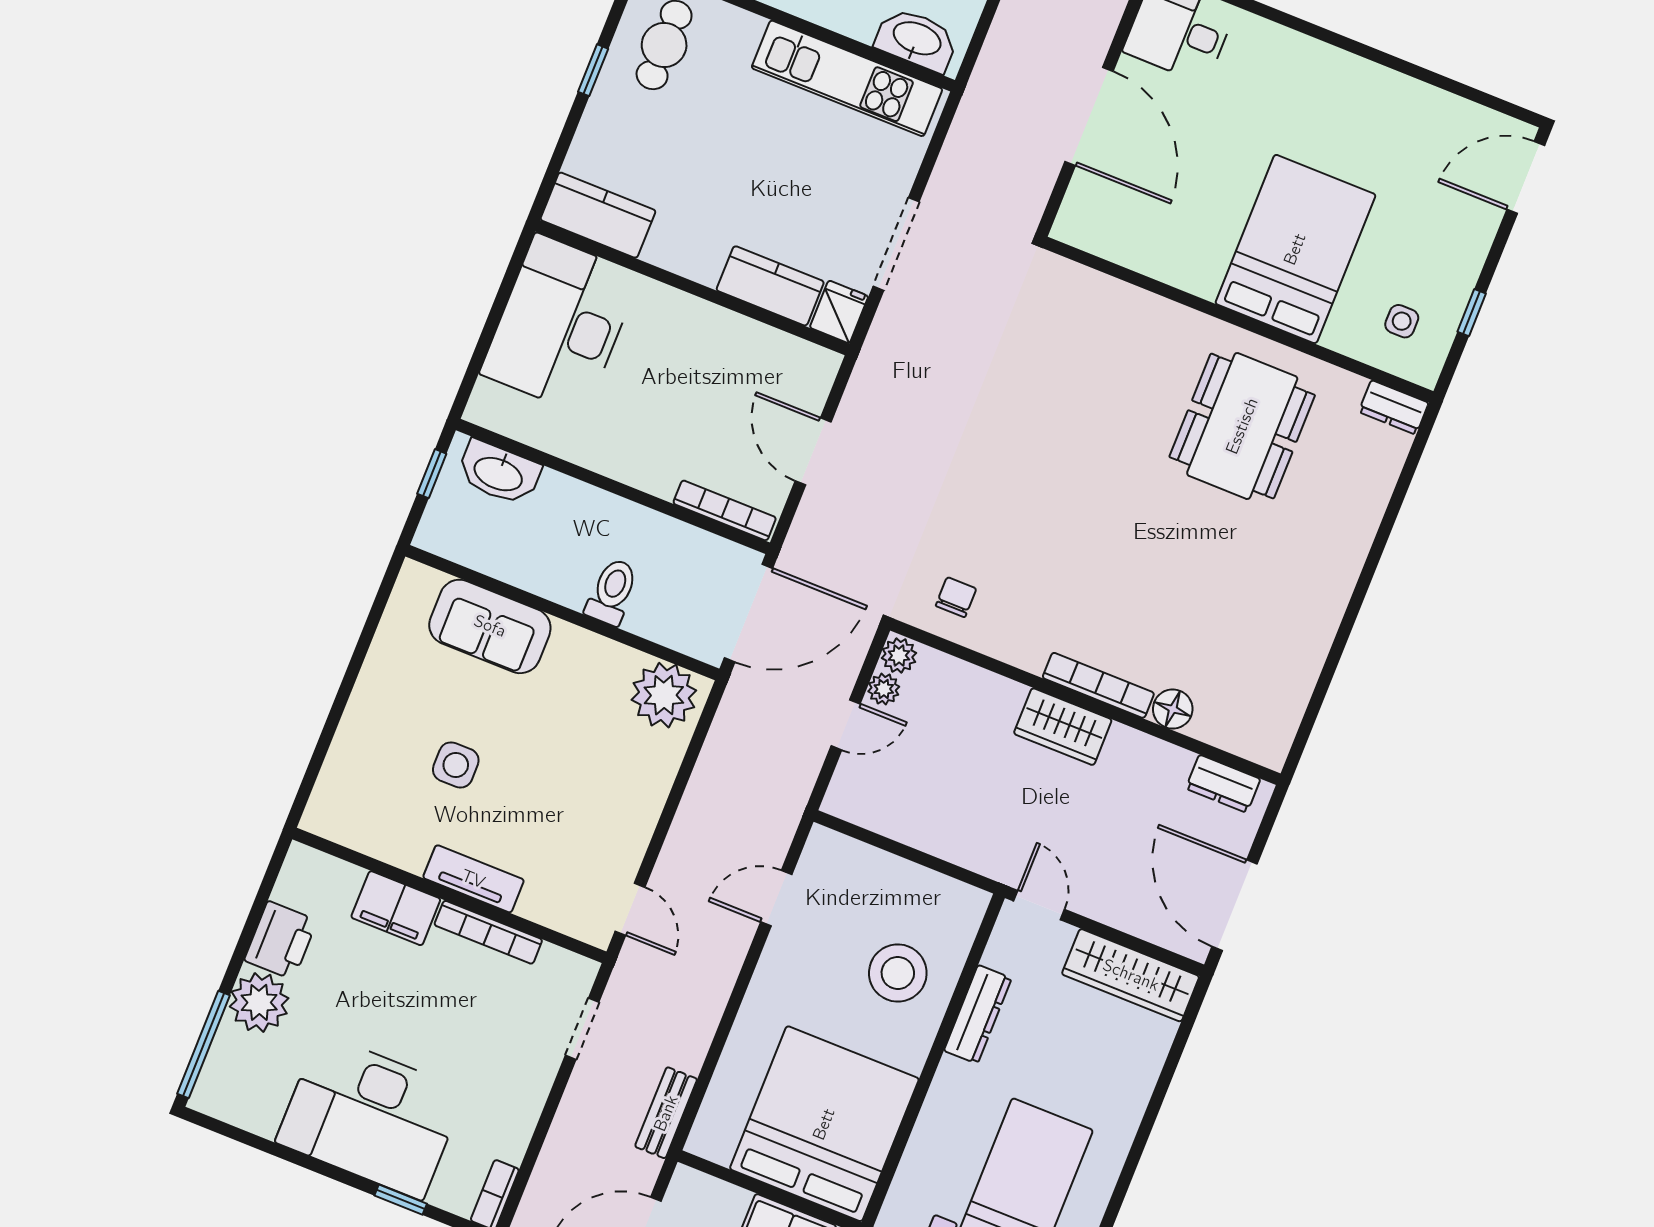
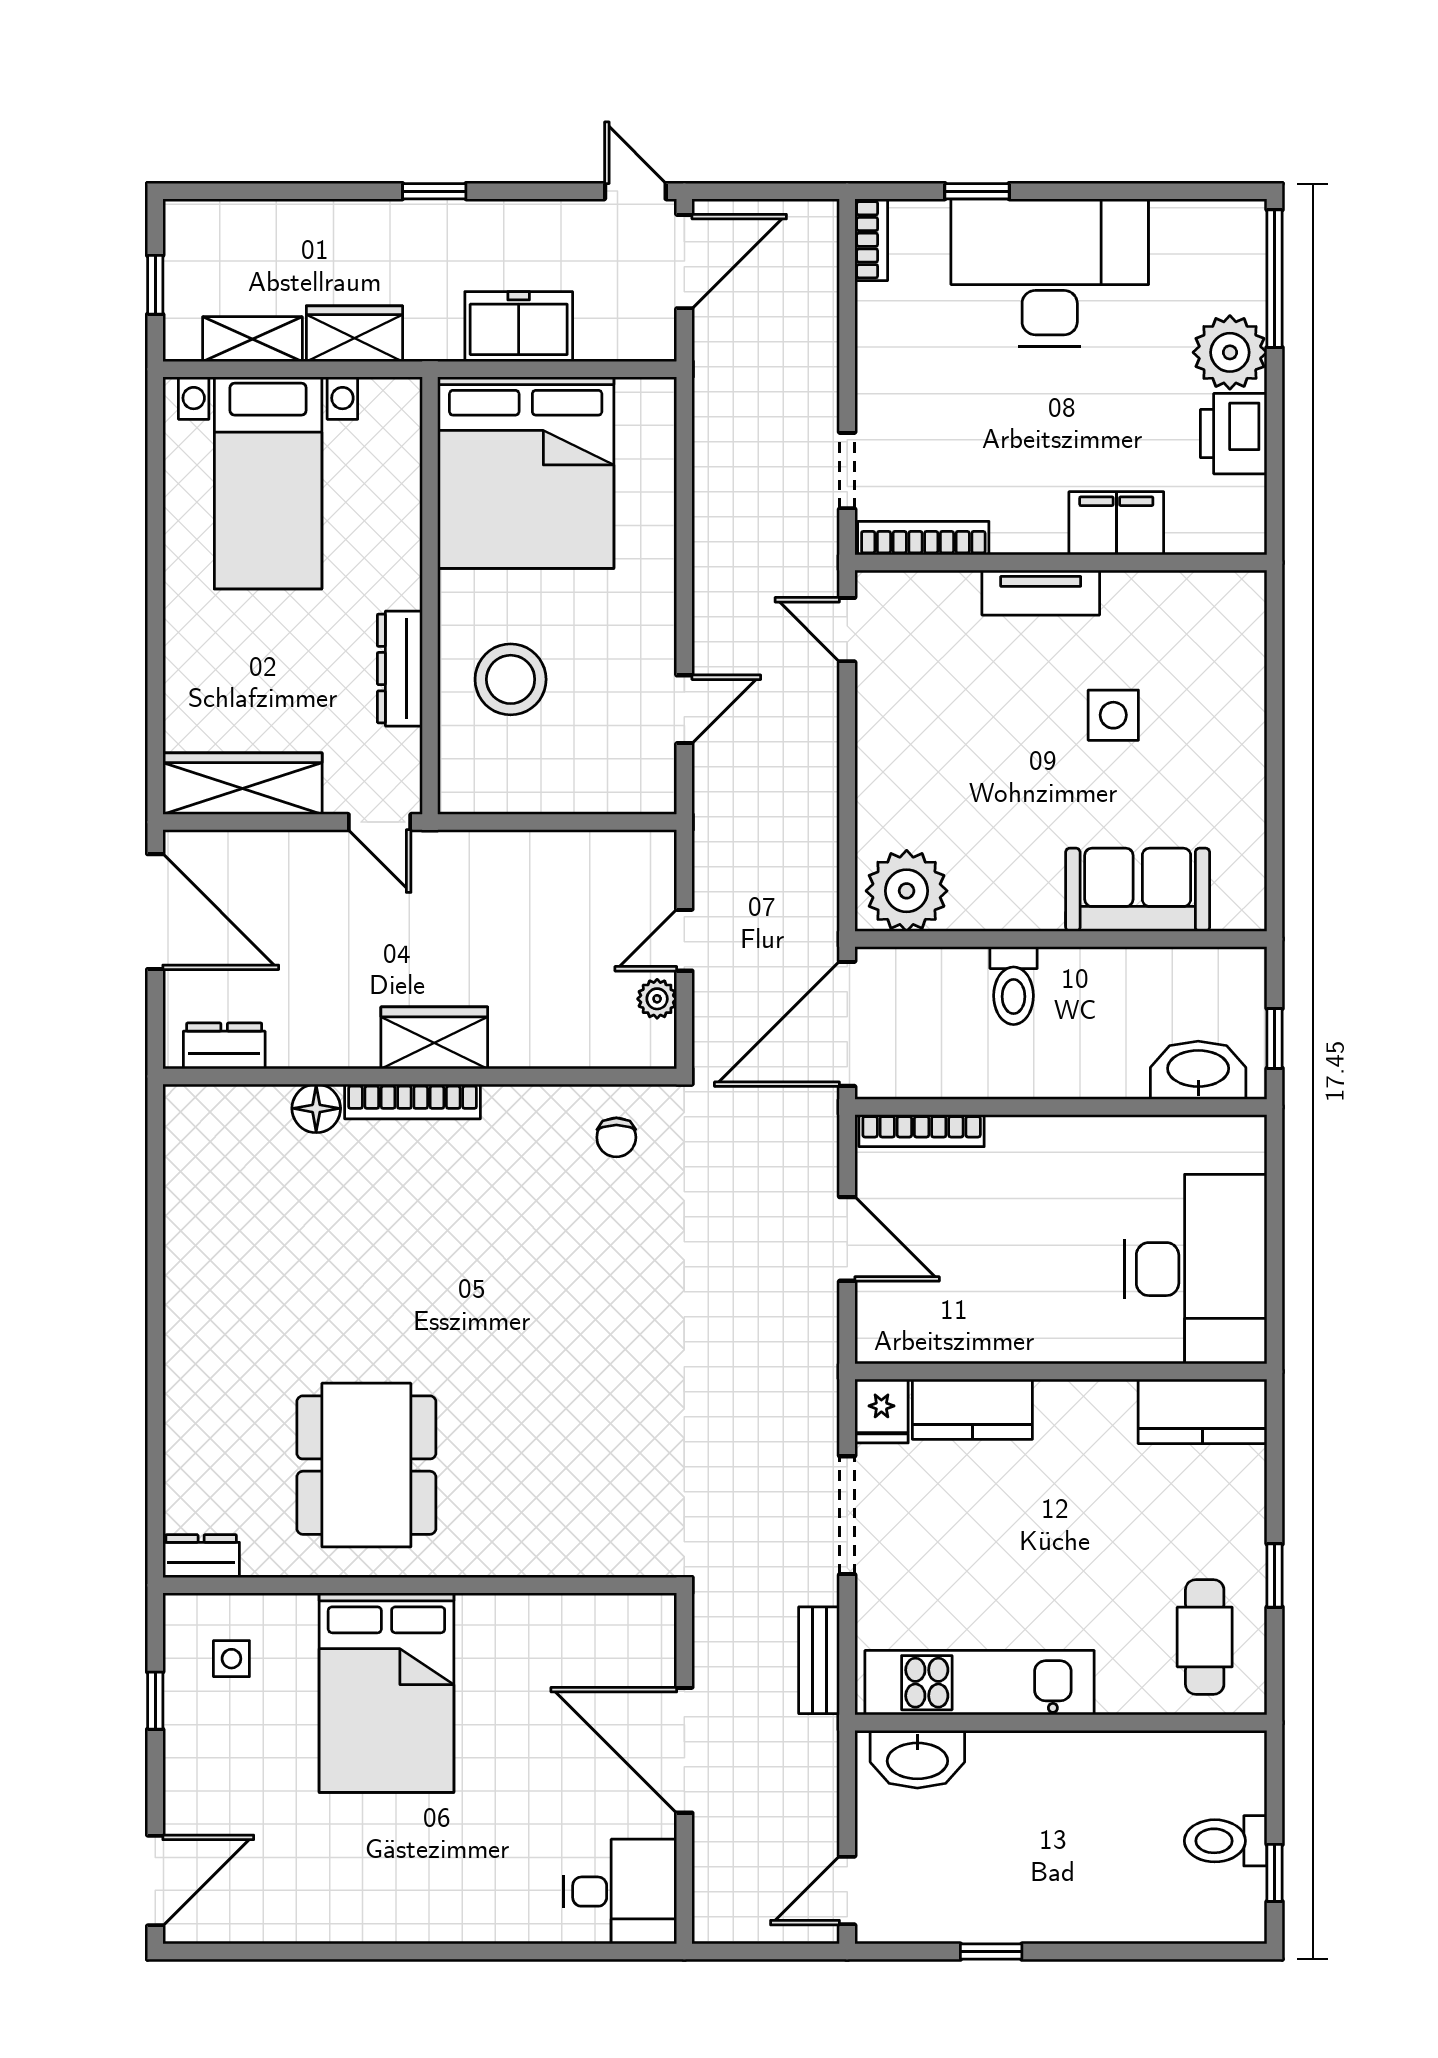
plant: (899, 656) -> (655, 1044), removed
bookcase: (488, 932) -> (923, 538), moved
bench: (666, 1113) -> (819, 1660), moved

